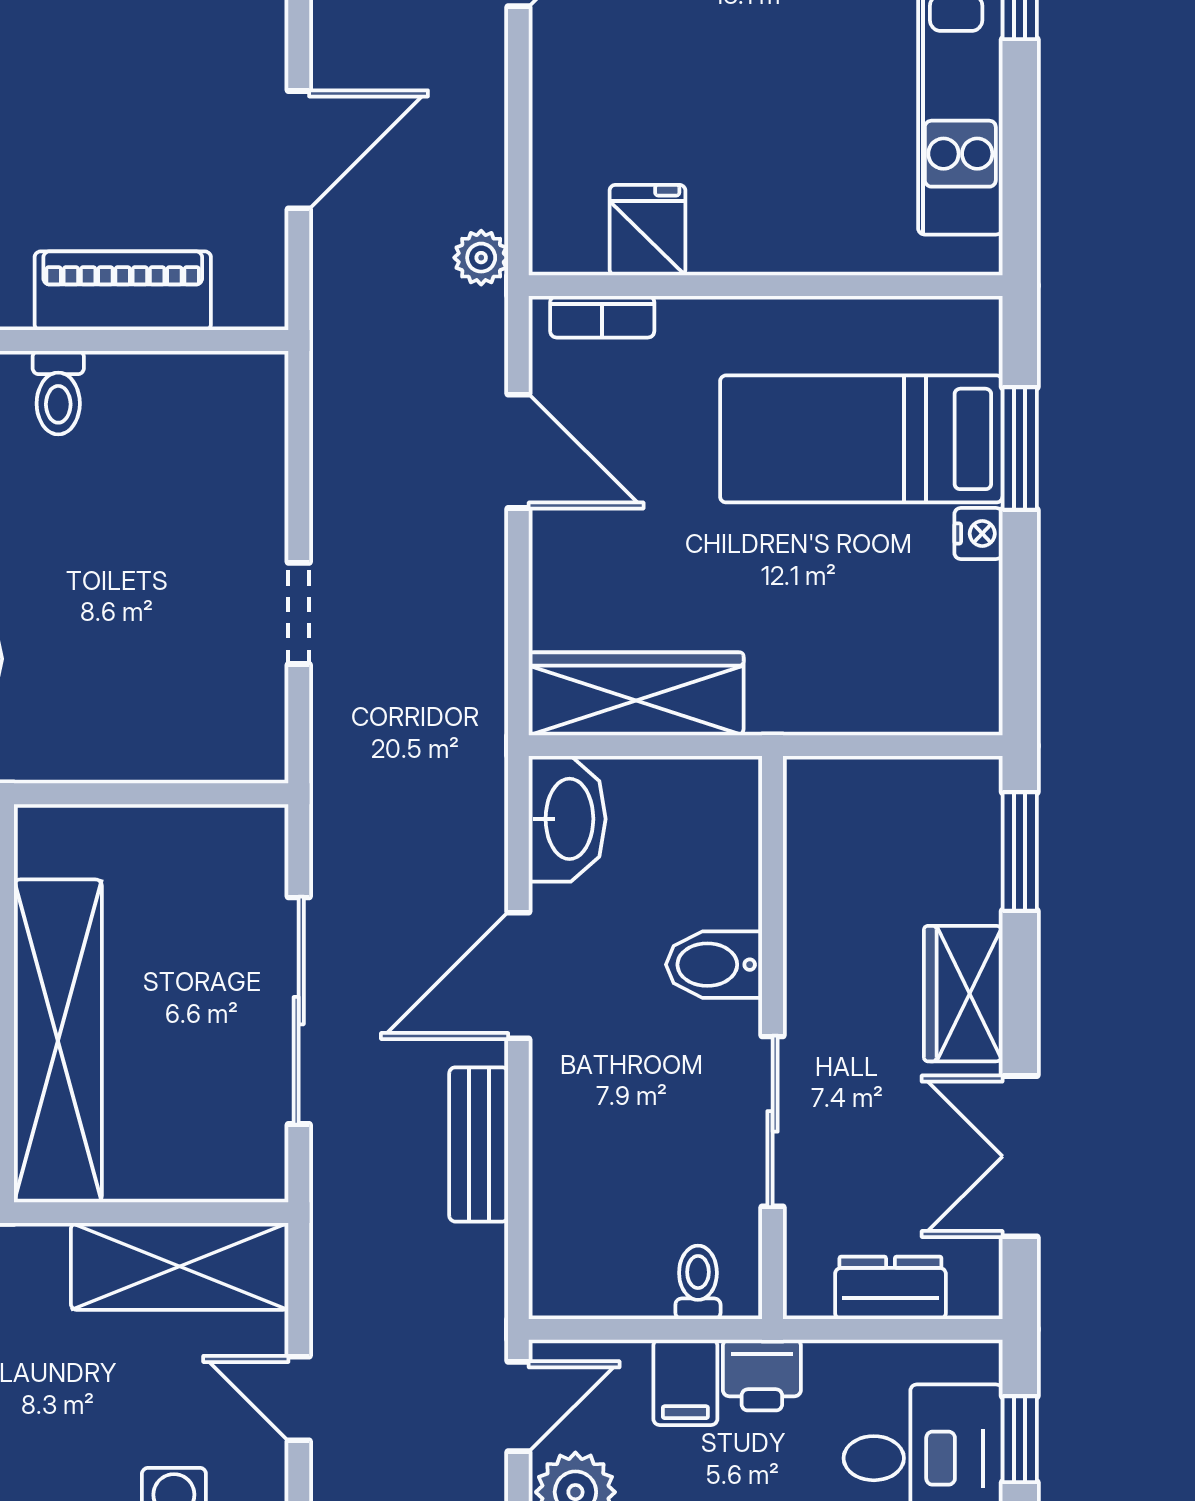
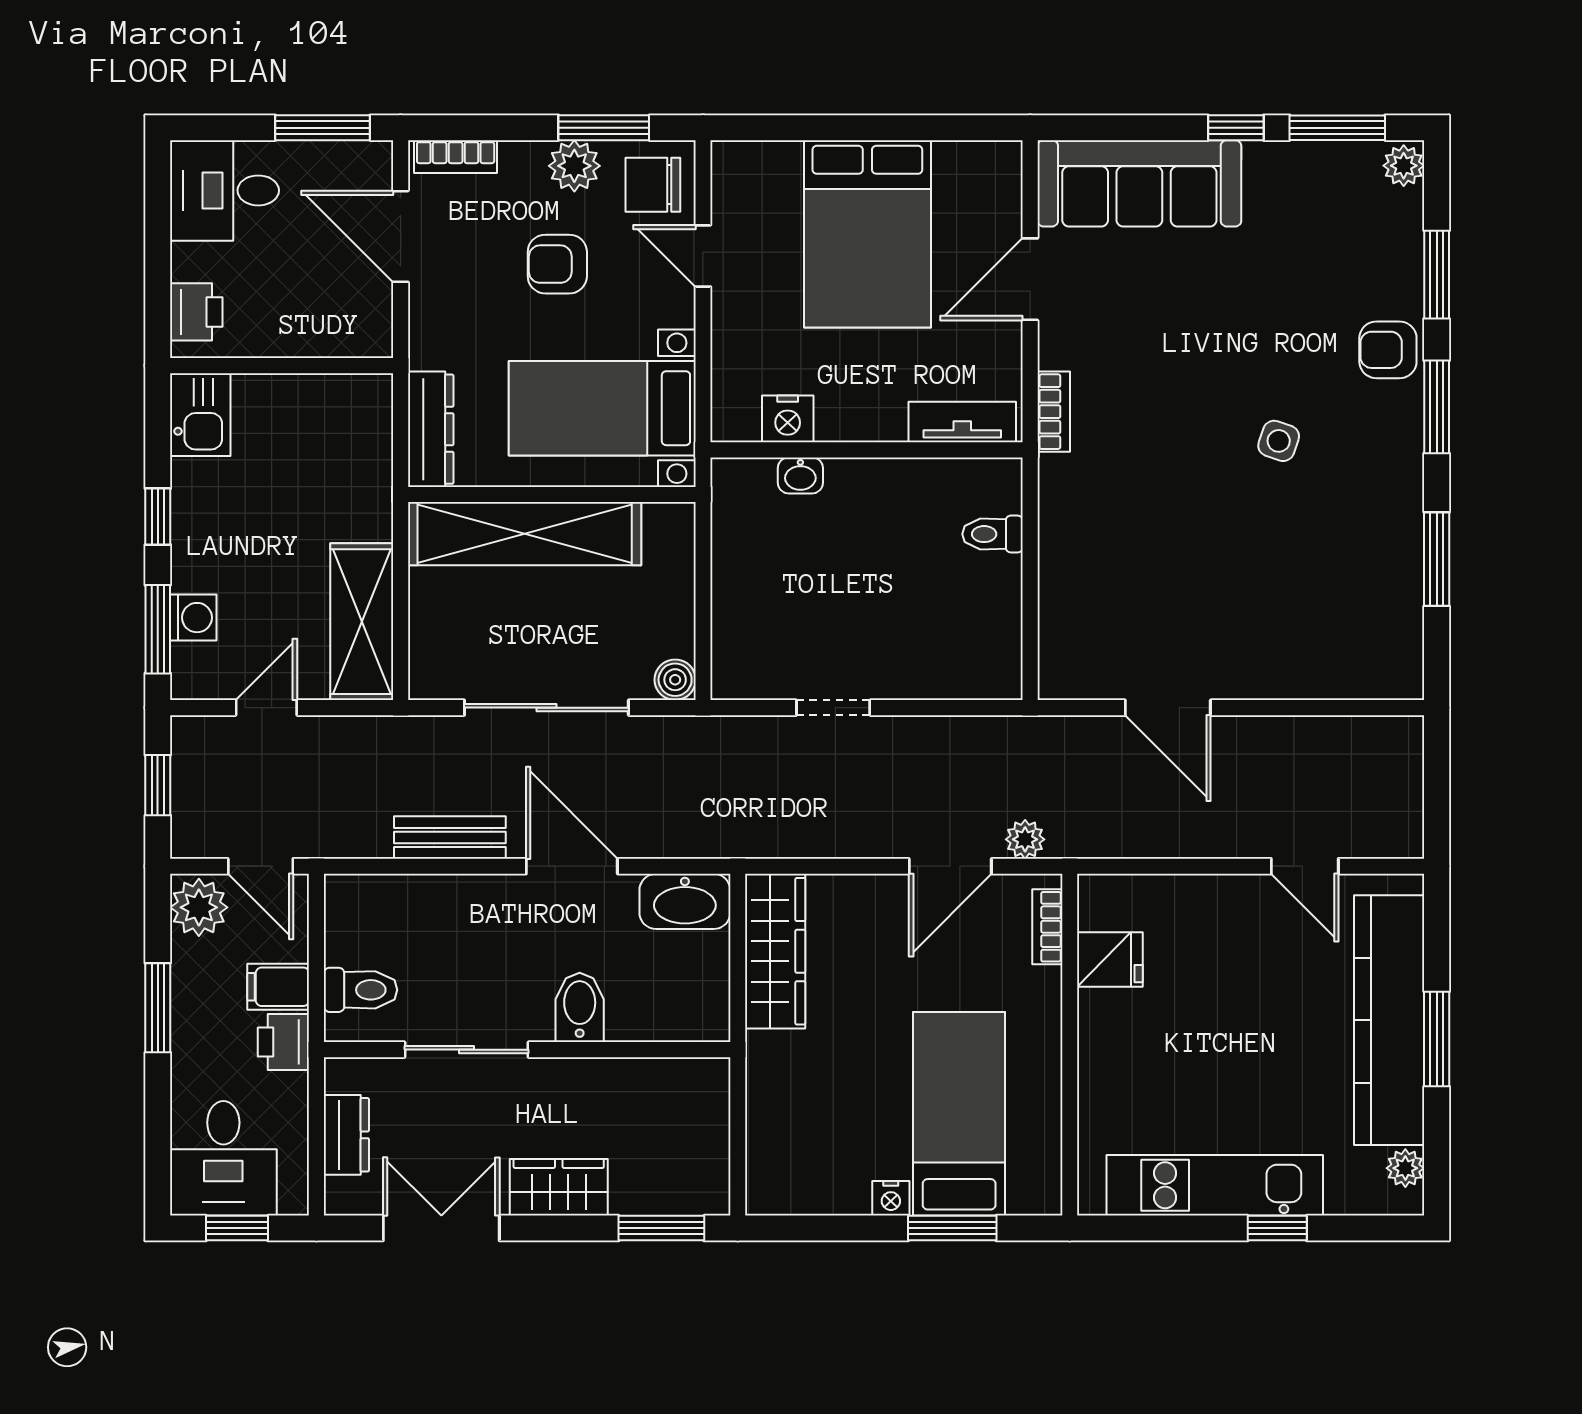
plant: (481, 258) -> (1025, 839), moved
piano: (123, 291) -> (1066, 581), removed
boiler: (260, 832) -> (675, 680), added
toilet: (698, 1282) -> (361, 990), width x1.37, depth x1.39

